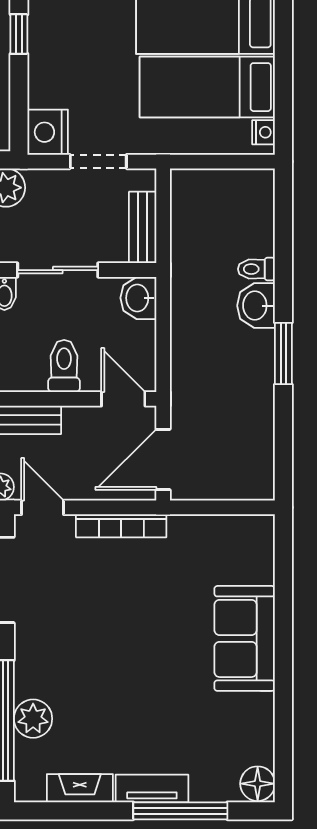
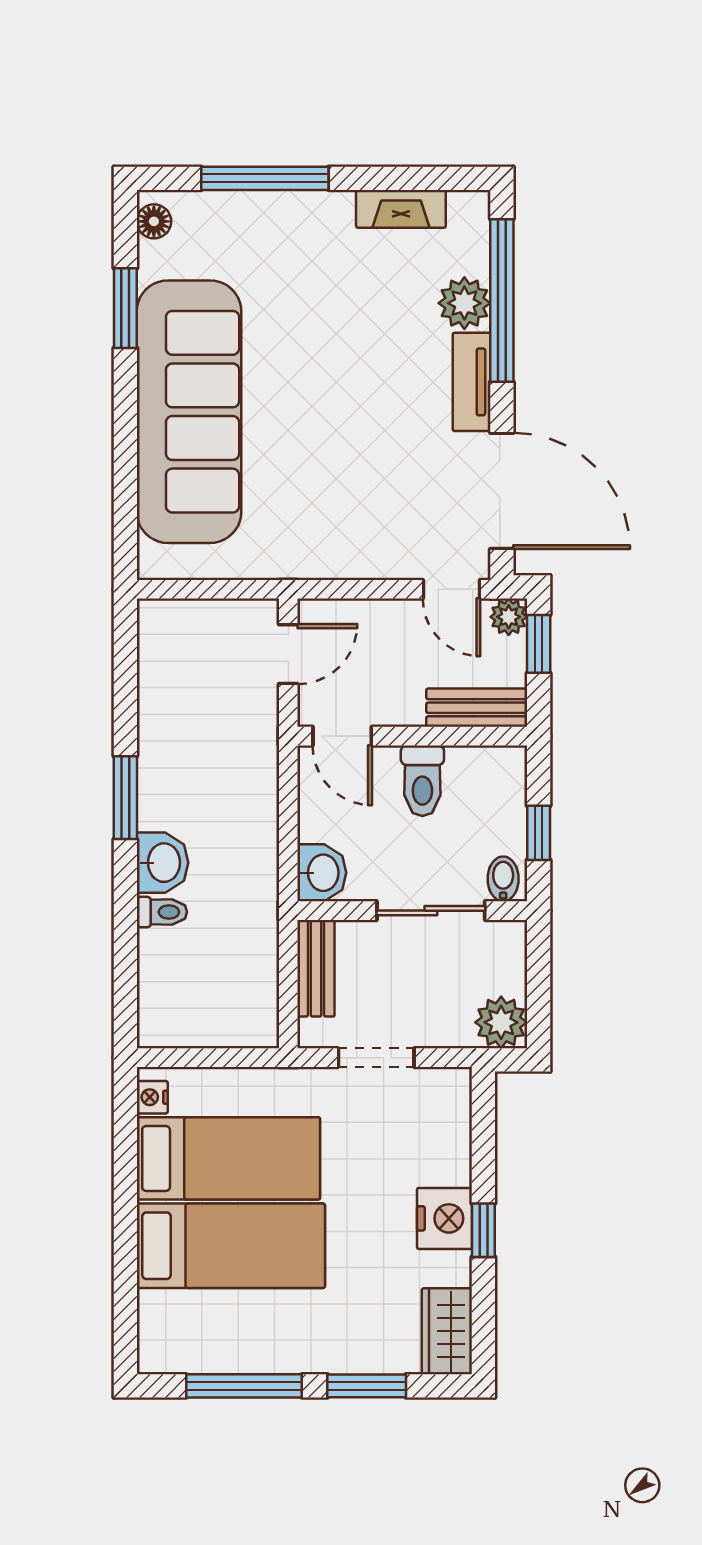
nightstand: (48, 132) -> (444, 1218), moved
door: (163, 459) -> (288, 654), width x0.73
bookcase: (121, 526) -> (345, 564), removed
sofa: (245, 638) -> (189, 412), width x1.85, depth x1.27
window: (283, 715) -> (125, 308), added
floor lamp: (258, 784) -> (154, 221), width x0.73, depth x0.73
tv unit: (152, 788) -> (472, 382), moved, turned 90

